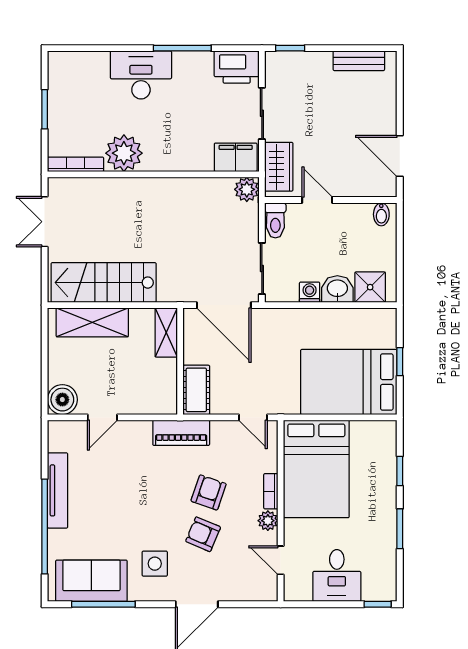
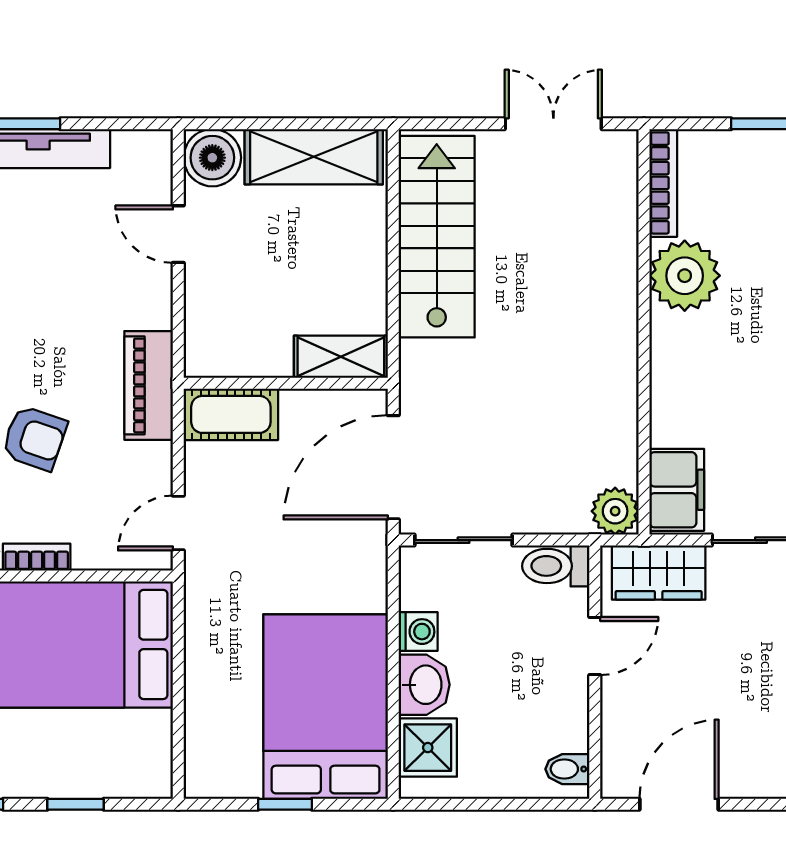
shelving: (92, 322) -> (314, 157), moved, turned 90
bed: (349, 382) -> (326, 707), moved

